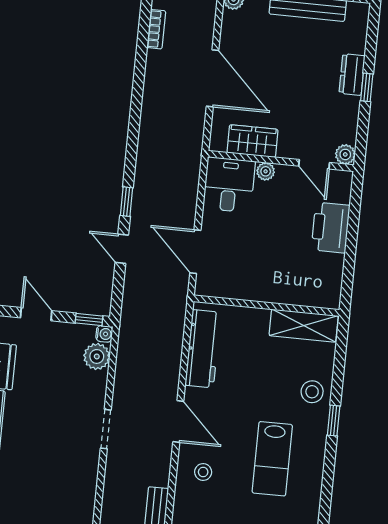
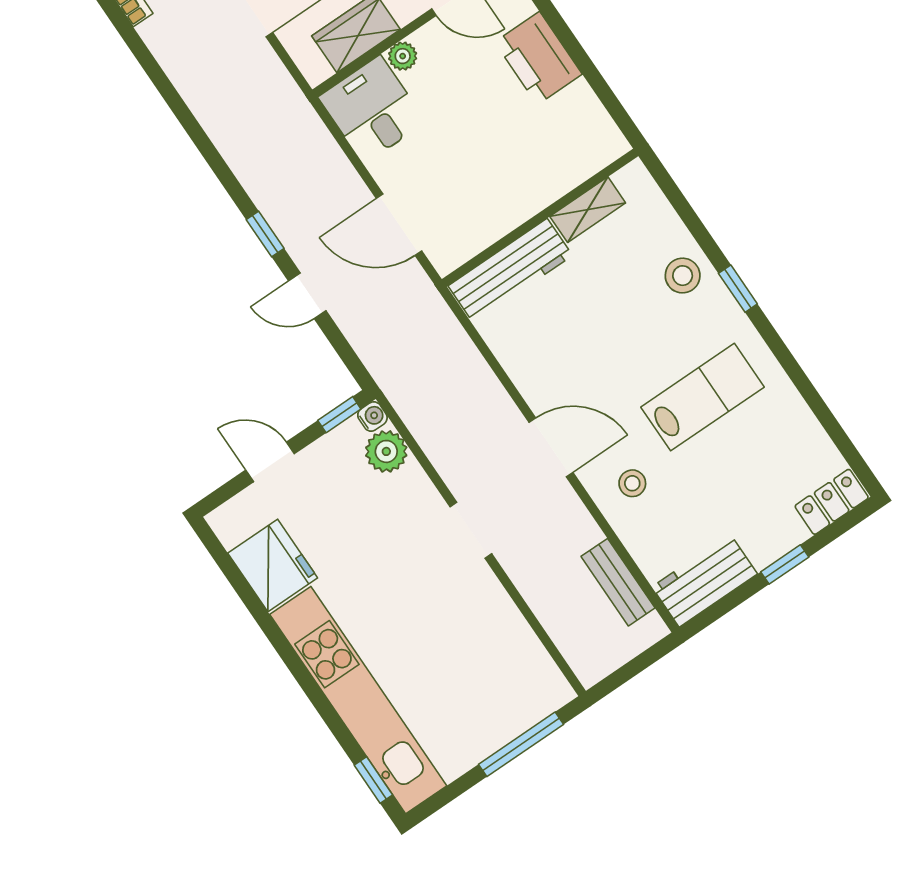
shelving: (304, 326) -> (588, 210), width x0.67, depth x0.75
workbench: (203, 349) -> (510, 271), moved, turned 90
lab bench: (272, 459) -> (702, 397), turned -90

